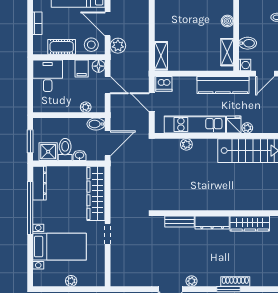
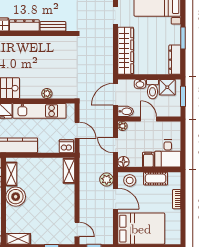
boiler: (227, 21) -> (16, 197), width x1.86, depth x1.86
filing cabinet: (82, 69) -> (148, 160), moved
plant: (86, 107) -> (122, 126), moved
door: (70, 115) -> (149, 119), added
window: (30, 208) -> (183, 38), width x0.47

